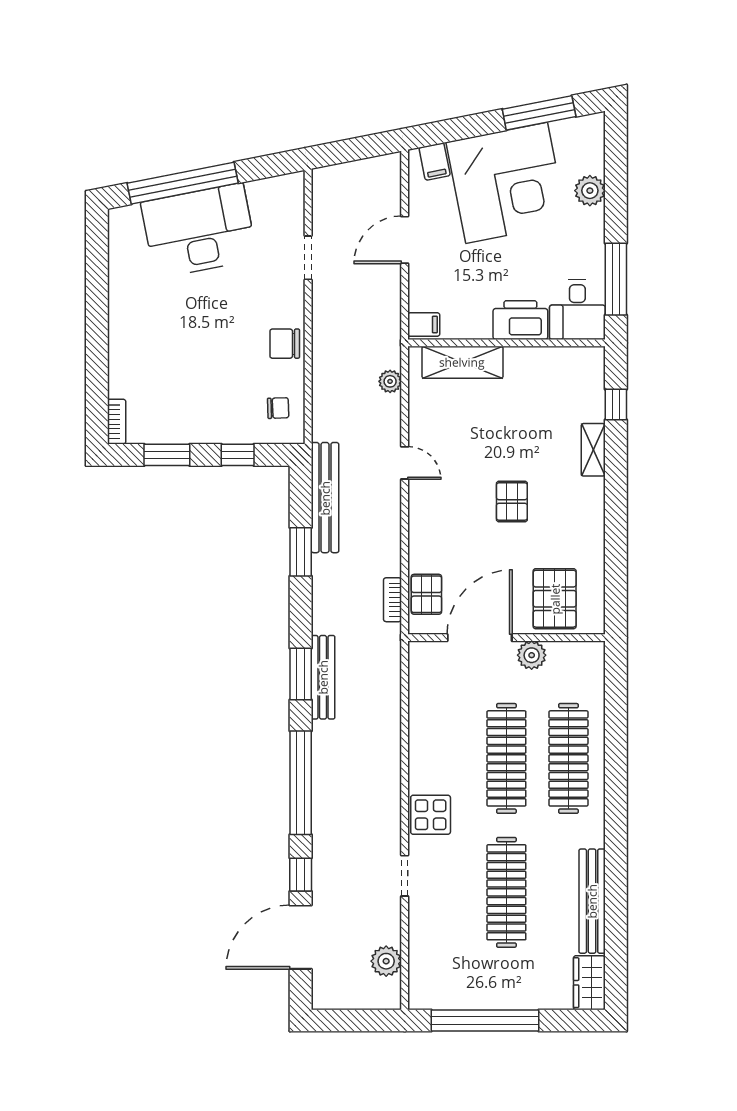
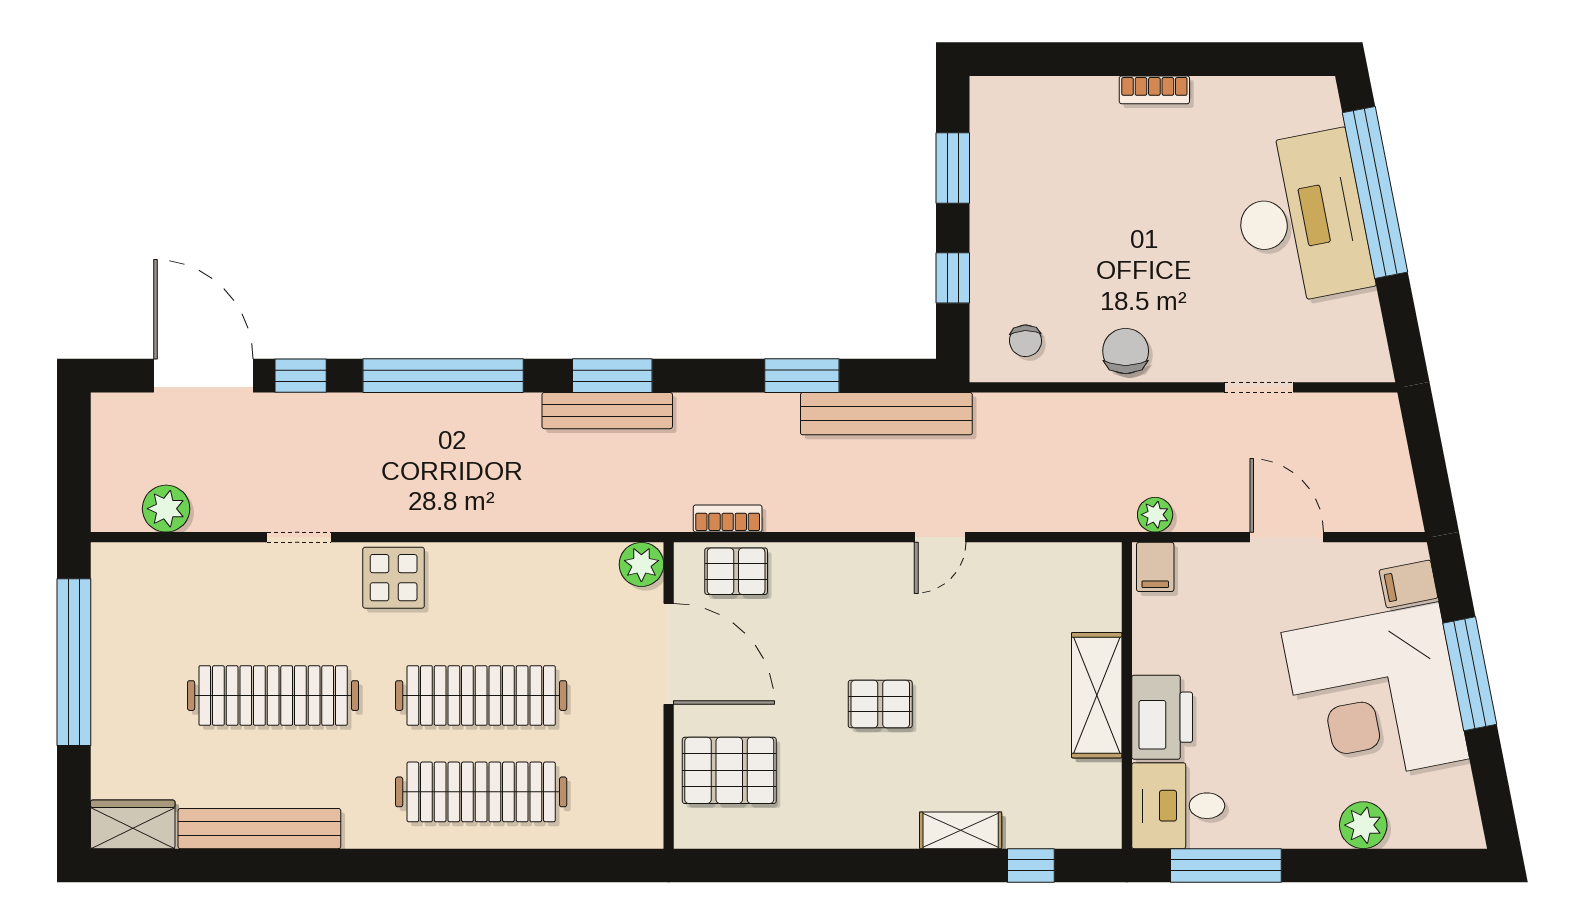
window: (539, 113) -> (1470, 674), moved
shelving: (462, 362) -> (1097, 695), moved
plant: (390, 381) -> (1155, 515), moved
bookcase: (117, 422) -> (1154, 90), moved
plant: (532, 655) -> (641, 564), moved

